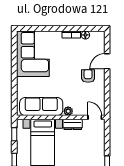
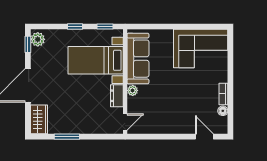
door: (107, 61) -> (204, 137), moved
armchair: (88, 76) -> (174, 114), removed

